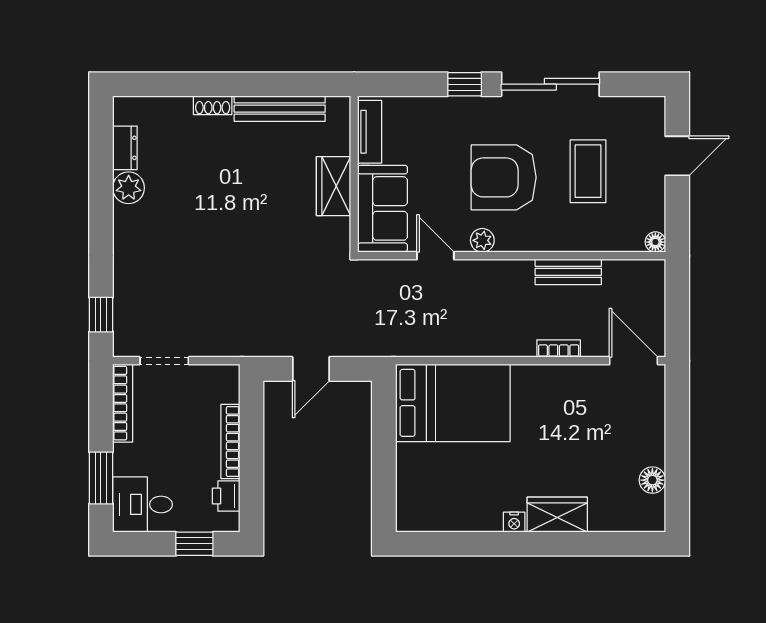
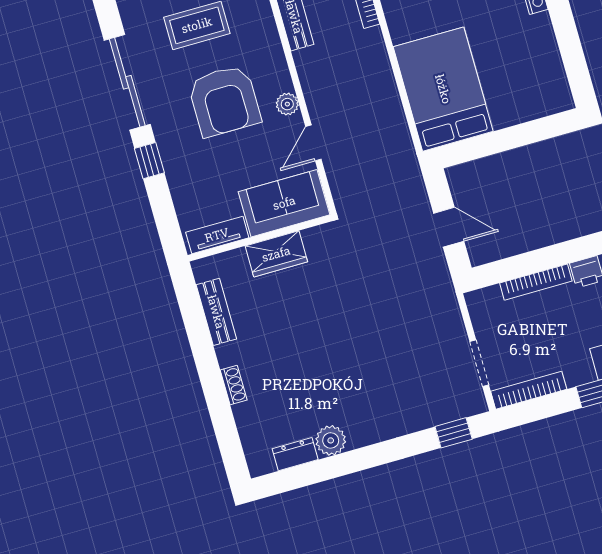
bench: (280, 109) -> (216, 312), width x0.73

